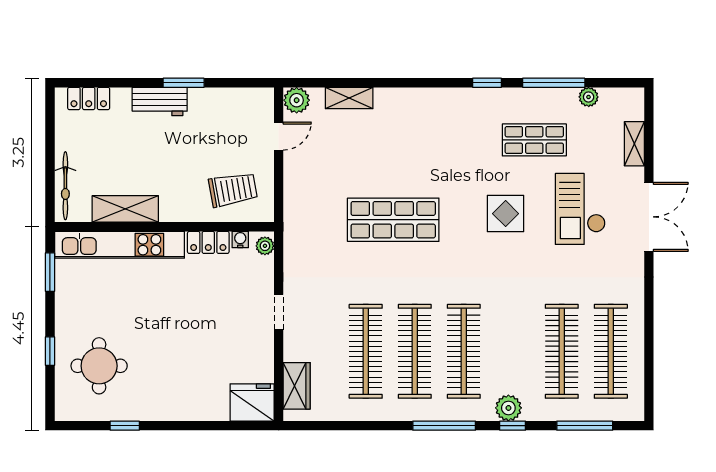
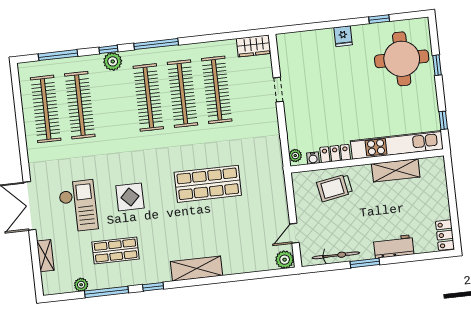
locker: (89, 98) -> (445, 235), moved, turned -90
shelving: (349, 98) -> (197, 269), moved, width x1.50, depth x1.33
workbench: (160, 102) -> (394, 246), moved
bicycle: (65, 186) -> (336, 255), moved, turned 90
trolley: (233, 190) -> (335, 188), moved
window: (50, 272) -> (443, 120), width x0.67
doorway: (279, 312) -> (278, 90), moved
round table: (99, 366) -> (402, 59), width x1.36, depth x1.36
wardrobe: (297, 386) -> (254, 46), moved, turned -90
fridge: (252, 402) -> (343, 36), moved, width x0.53, depth x0.75

